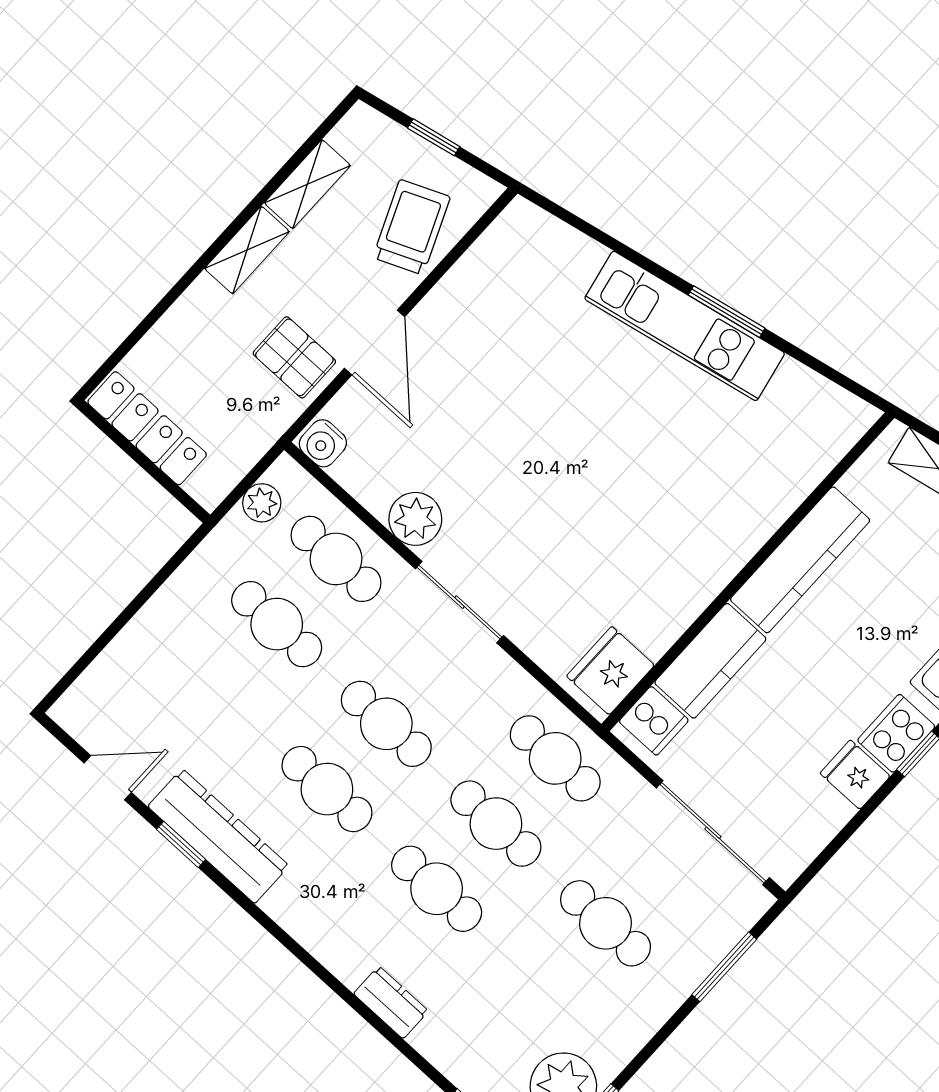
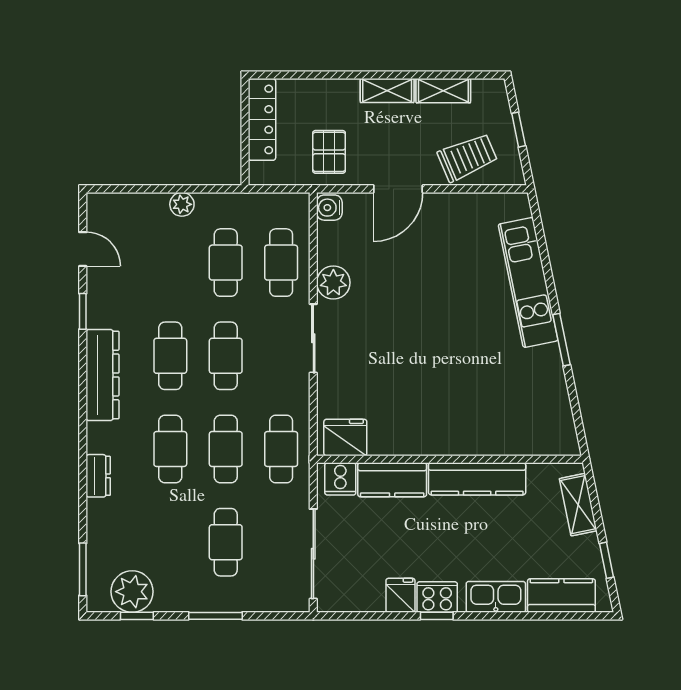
kitchen unit: (685, 326) -> (528, 282), moved
pallet: (294, 357) -> (329, 152), moved
plant: (262, 503) -> (182, 204), moved
dresser: (218, 836) -> (102, 375), moved
window: (724, 967) -> (215, 616), moved

